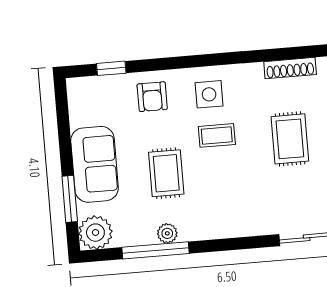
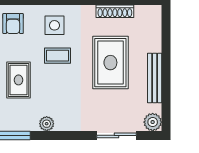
rug: (290, 139) -> (110, 63), width x1.36, depth x1.43
plant: (167, 233) -> (47, 124), moved

